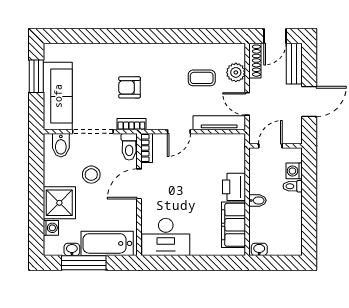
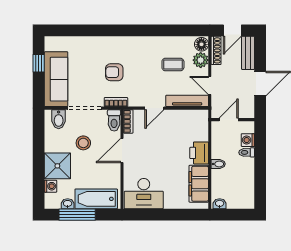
floor lamp: (237, 53) -> (201, 44), added
window: (36, 76) -> (39, 63), width x0.67

